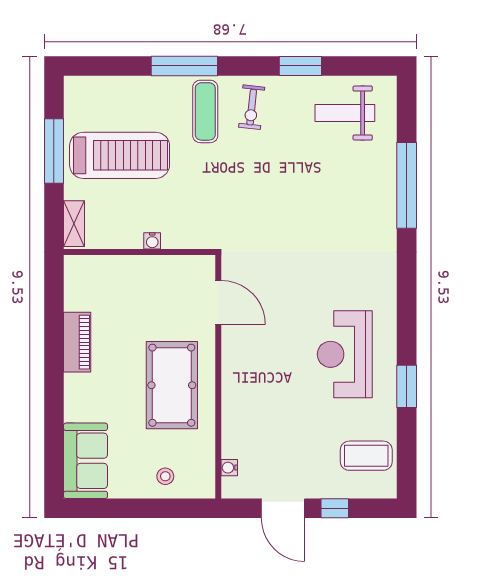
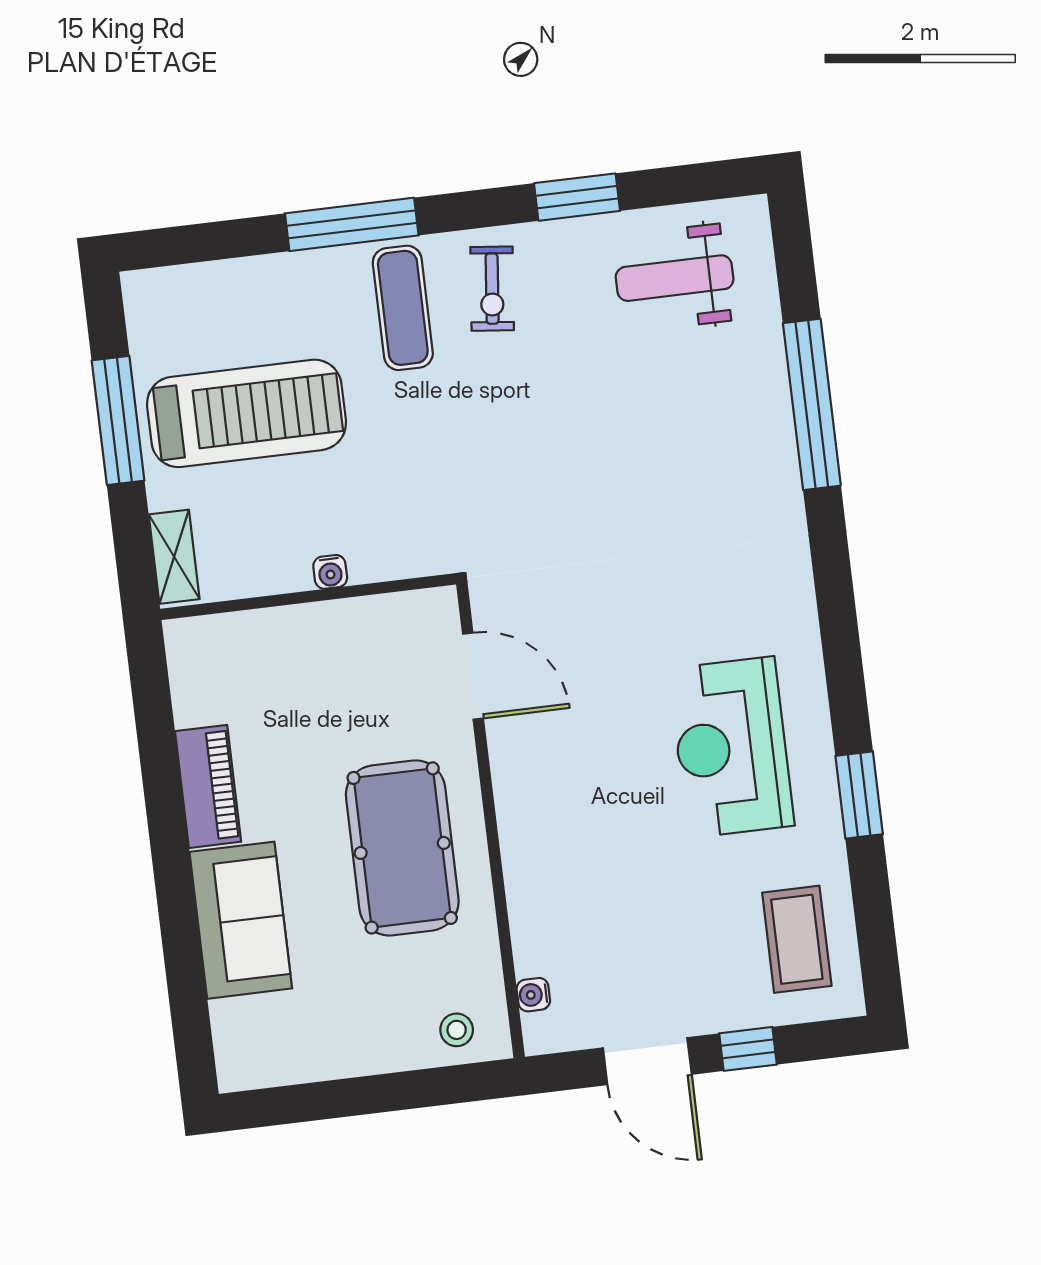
coffee table: (366, 456) -> (797, 939), turned 90
sofa: (86, 461) -> (241, 920), moved
stool: (165, 476) -> (457, 1030), moved

